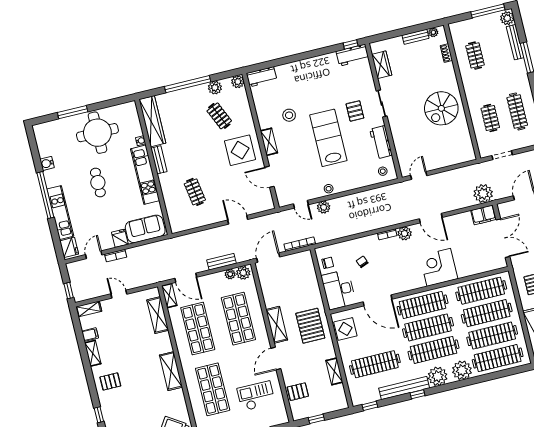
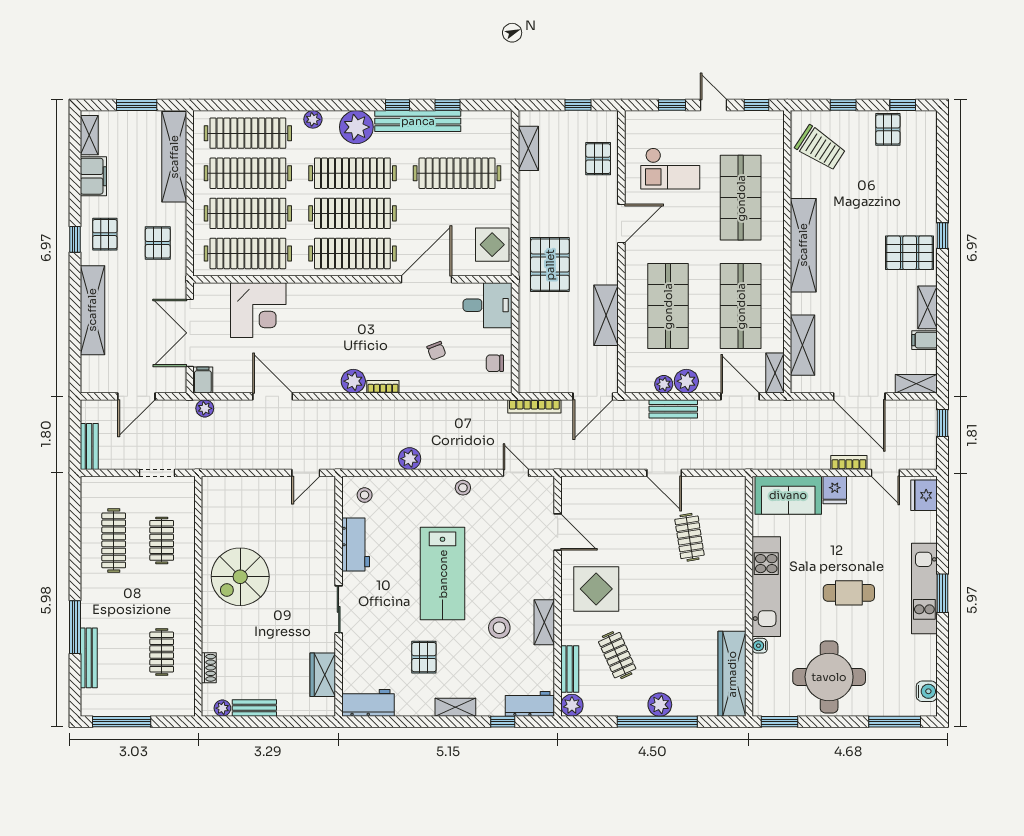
plant: (507, 18) -> (92, 702), removed
window: (351, 44) -> (503, 722), moved
shelving: (303, 65) -> (455, 707), added
plant: (215, 88) -> (660, 705), moved
window: (119, 101) -> (780, 722), added
spiral stairs: (441, 108) -> (240, 577), turned 180
pallet: (355, 111) -> (424, 657), moved
window: (73, 112) -> (895, 722), moved
shelving: (269, 142) -> (544, 622), moved
bench: (159, 160) -> (570, 669), moved
water cooler: (47, 163) -> (927, 691), moved
cafe table: (98, 183) -> (849, 593), turned 90
plant: (483, 194) -> (205, 408), width x0.53, depth x0.53
window: (45, 195) -> (942, 593), width x0.47
plant: (324, 207) -> (410, 459), moved
kitchen unit: (60, 213) -> (924, 588), moved
filing cabinet: (484, 215) -> (203, 380), width x0.50
door: (431, 218) -> (273, 396), moved
door: (238, 220) -> (664, 473), moved
door: (94, 255) -> (885, 473), hinge flipped
corner desk: (439, 267) -> (258, 310), moved
plant: (243, 273) -> (686, 381), moved
desk: (339, 290) -> (488, 305), width x0.73
door: (119, 294) -> (859, 396), width x1.87
door: (378, 300) -> (426, 279), hinge flipped
shelving: (277, 325) -> (606, 315), moved
plant: (462, 370) -> (313, 119), width x0.53, depth x0.53
shelving: (171, 371) -> (803, 245), width x1.47
shelving: (334, 371) -> (528, 148), moved
pallet: (110, 381) -> (910, 253), width x1.50, depth x1.42
pallet: (298, 392) -> (598, 159), turned 90
window: (370, 406) -> (447, 105), moved
window: (99, 415) -> (942, 236), moved

